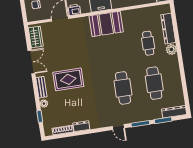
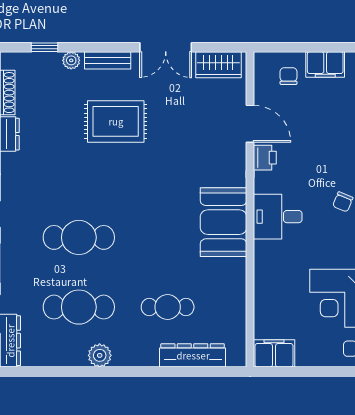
plant: (171, 49) -> (100, 355), moved
rug: (68, 79) -> (116, 121), turned 90

